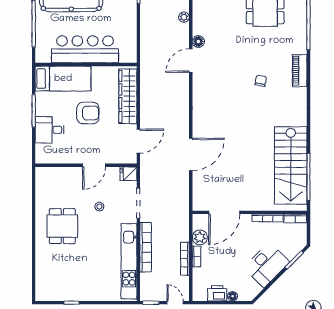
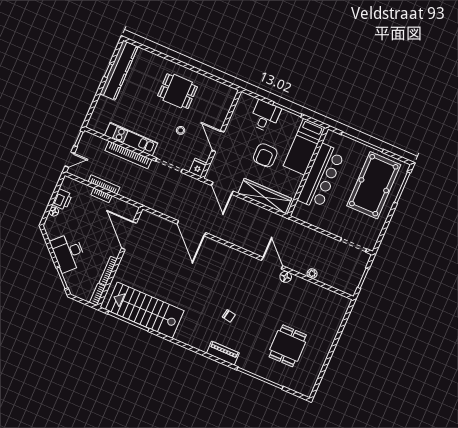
plant: (200, 237) -> (117, 205), removed
kitchen unit: (129, 261) -> (131, 139), width x0.73
kitchen counter: (67, 292) -> (119, 70), added

